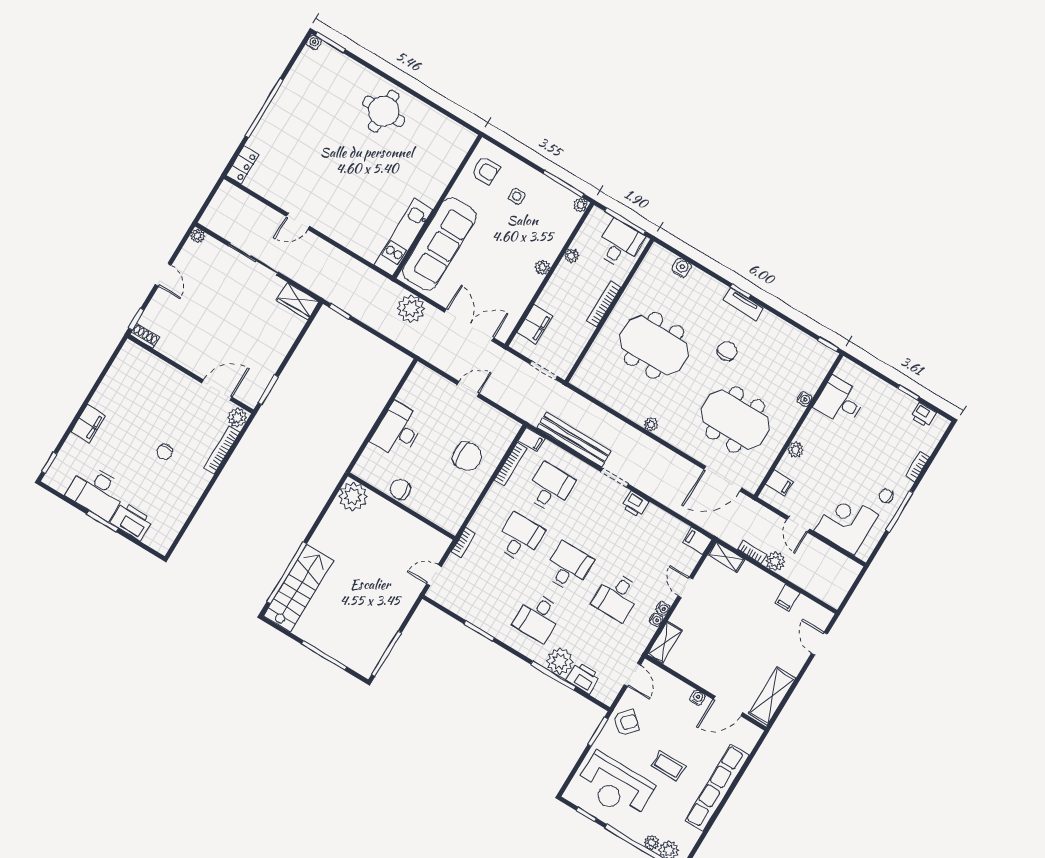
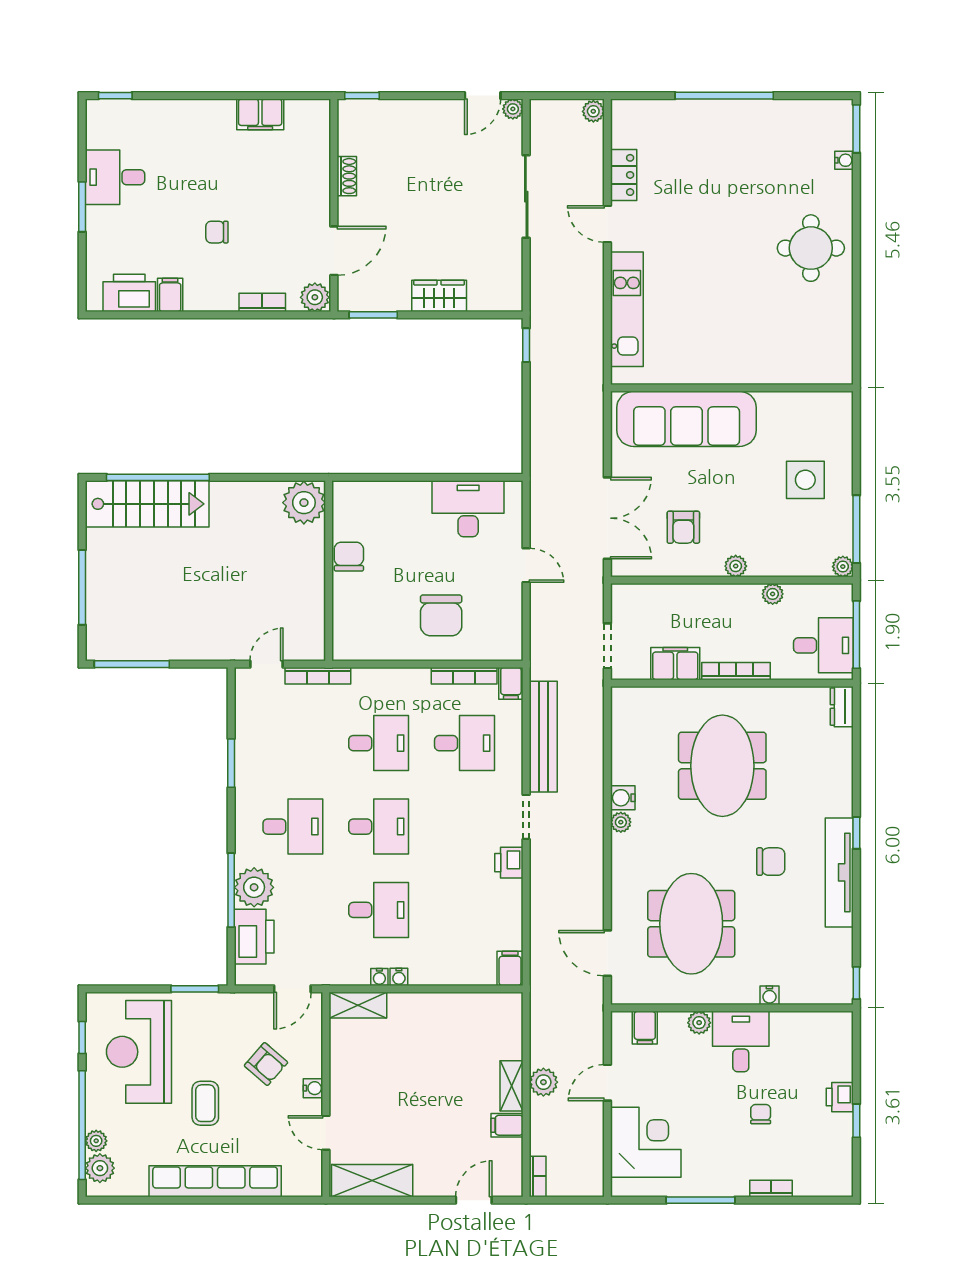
water cooler: (314, 42) -> (844, 160), moved
locker: (243, 165) -> (624, 175), moved, turned -90
armchair: (486, 171) -> (683, 527), moved
side table: (517, 196) -> (805, 480), width x1.87, depth x1.87
kitchen unit: (403, 237) -> (627, 309), moved, turned 90
dresser: (662, 255) -> (842, 707), added
water cooler: (682, 268) -> (623, 798), moved, turned 180
door: (163, 275) -> (483, 96), moved
wardrobe: (298, 301) -> (439, 296), moved, turned 90
tv unit: (743, 304) -> (839, 872), width x1.92, depth x1.29
plant: (411, 309) -> (593, 111), moved, width x0.53, depth x0.53
filing cabinet: (535, 324) -> (675, 664), moved, turned 180
shoe rack: (145, 336) -> (347, 176), moved
door: (217, 390) -> (334, 251), hinge flipped
desk: (840, 401) -> (741, 1042), moved
printer: (923, 415) -> (840, 1097), moved
filing cabinet: (88, 424) -> (260, 114), moved
desk: (398, 430) -> (468, 509), moved
bookcase: (222, 450) -> (262, 302), width x0.64
door: (723, 479) -> (607, 953), width x0.73
desk: (97, 492) -> (115, 177), width x0.73
chair: (886, 496) -> (761, 1114), moved
filing cabinet: (185, 501) -> (170, 295), added
printer: (131, 521) -> (129, 293), moved, turned -90
bookcase: (463, 542) -> (318, 676), width x1.56
bookcase: (752, 552) -> (538, 1176), moved
shelving: (726, 557) -> (512, 1086), moved
door: (434, 575) -> (267, 664), hinge flipped
door: (685, 587) -> (442, 989), removed
desk: (617, 597) -> (379, 910), turned 180
desk: (538, 617) -> (293, 827), turned 180
printer: (583, 678) -> (254, 937), width x1.37, depth x1.19
door: (728, 706) -> (326, 1133), width x0.73
armchair: (626, 723) -> (266, 1064), moved

